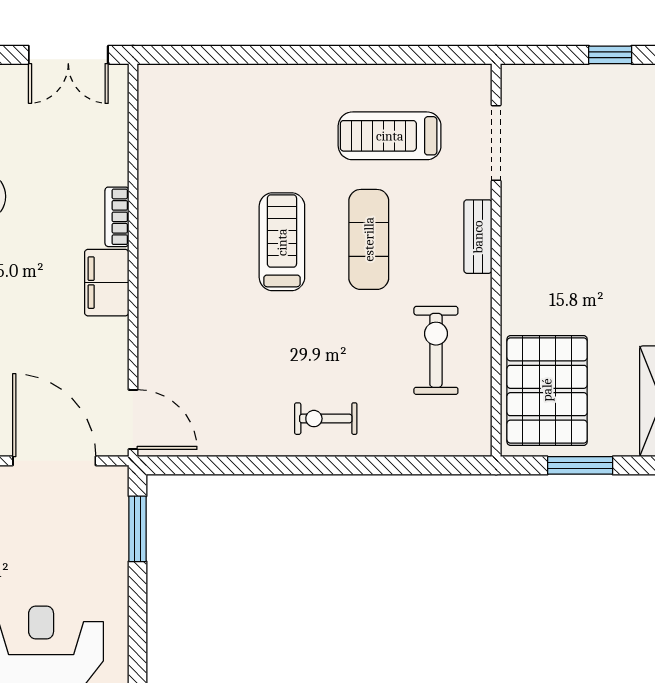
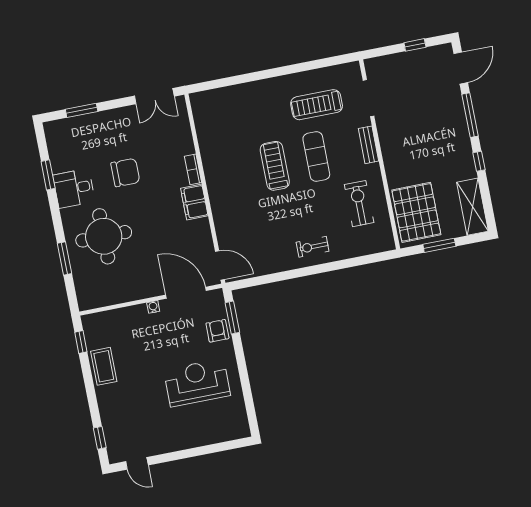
armchair: (102, 549) -> (217, 331), added

